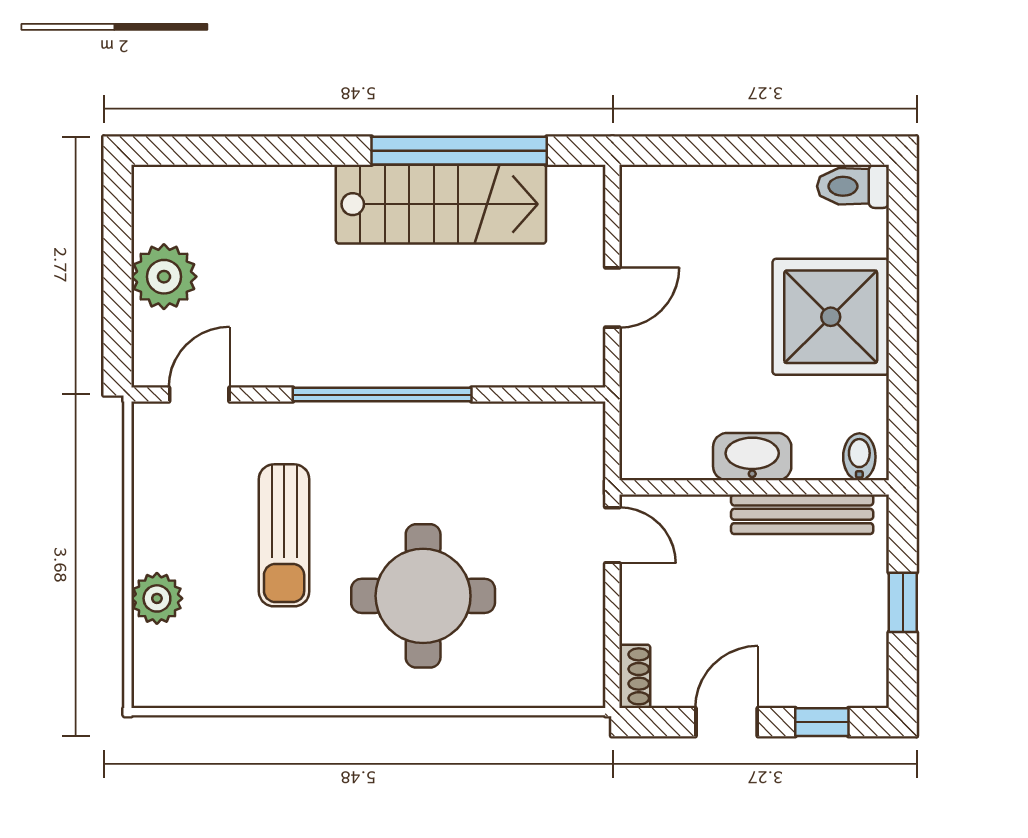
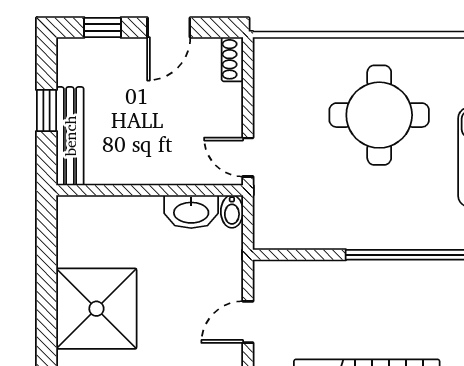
washbasin: (752, 457) -> (191, 212), moved
bidet: (859, 457) -> (232, 212), moved
bench: (802, 514) -> (70, 136), moved, turned 90

